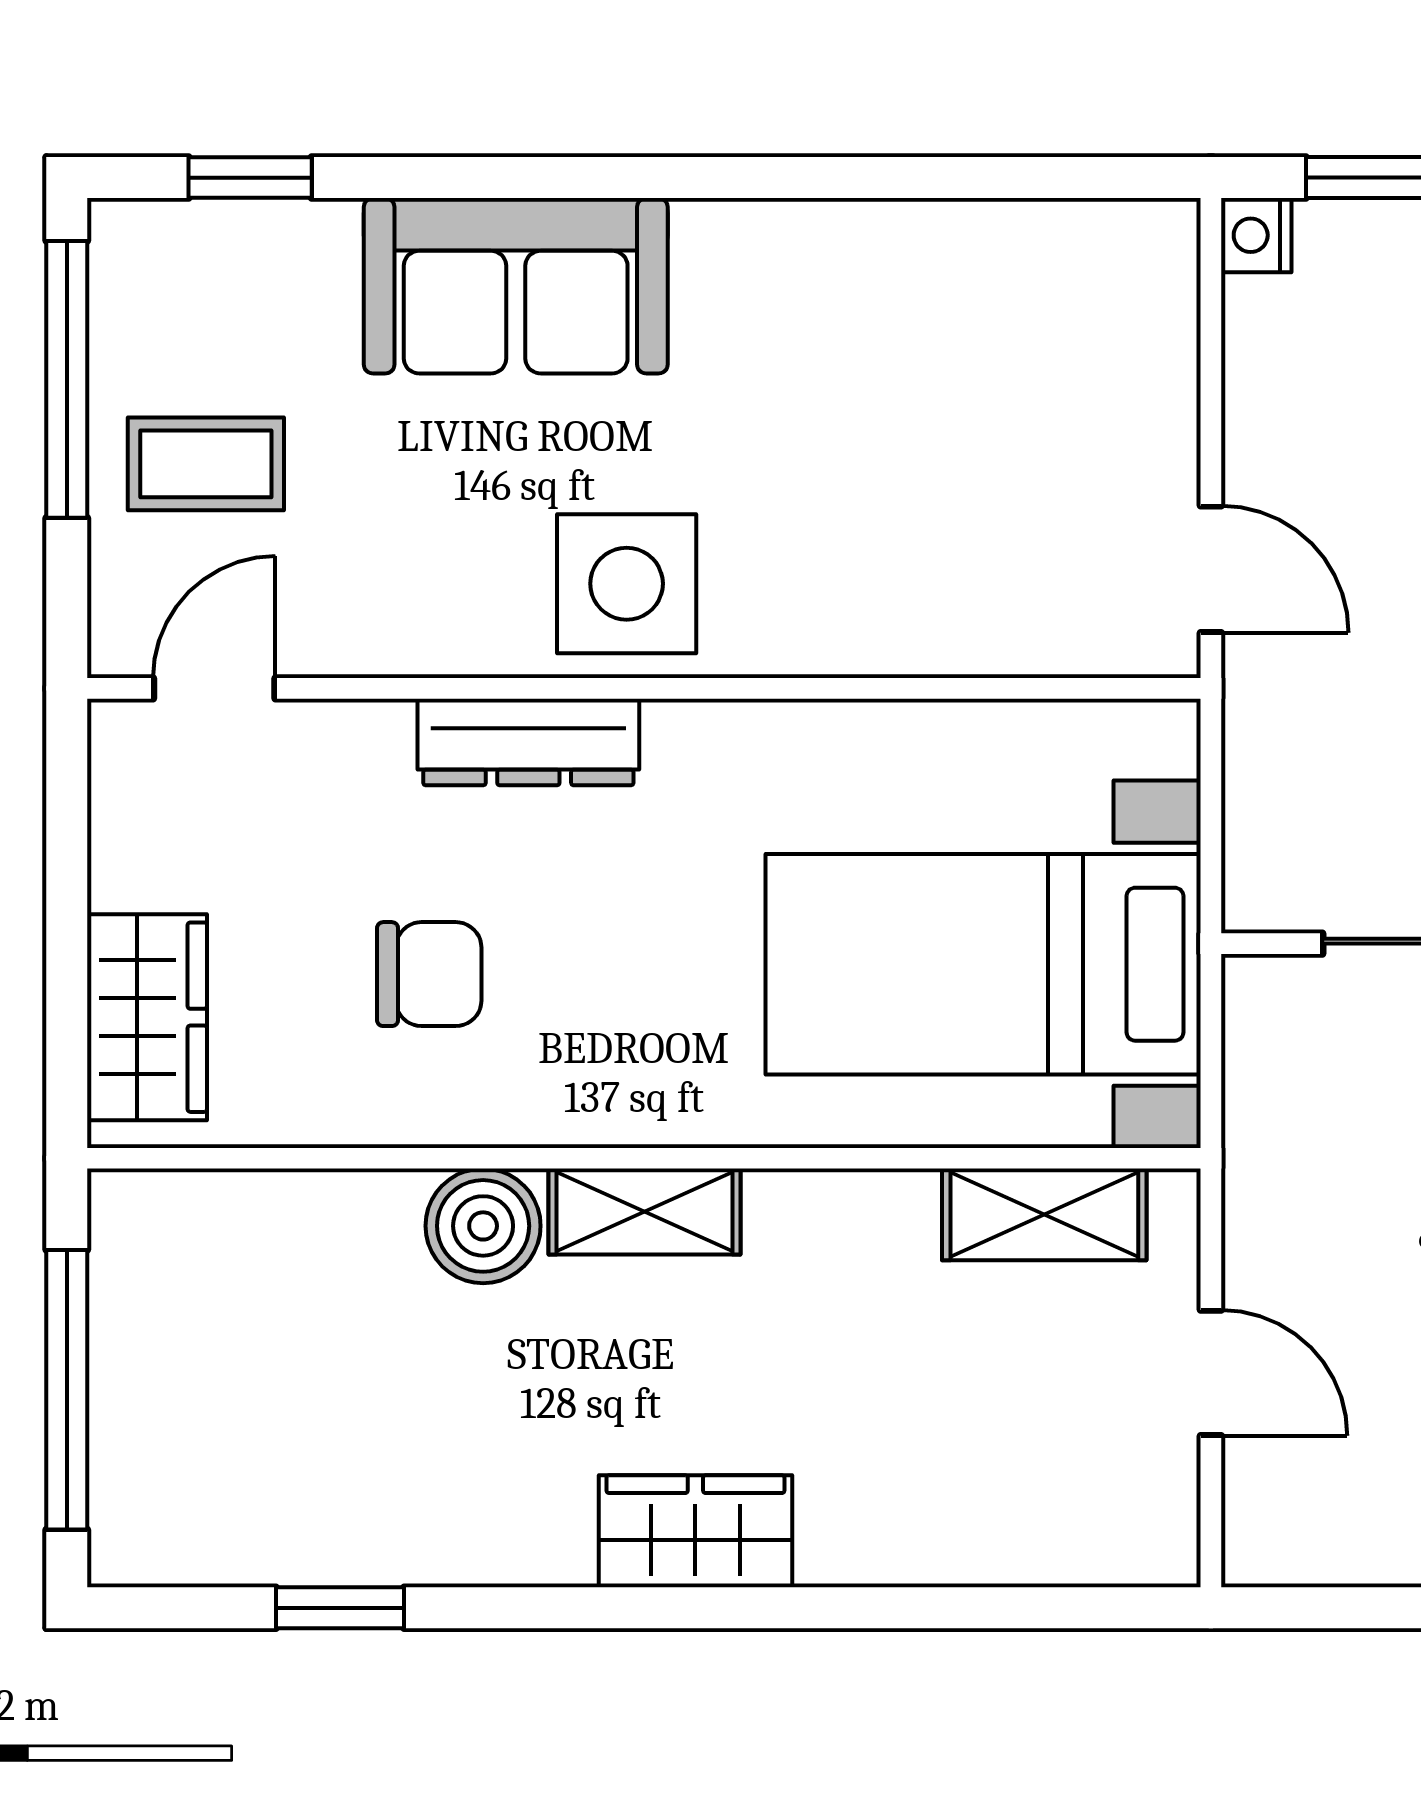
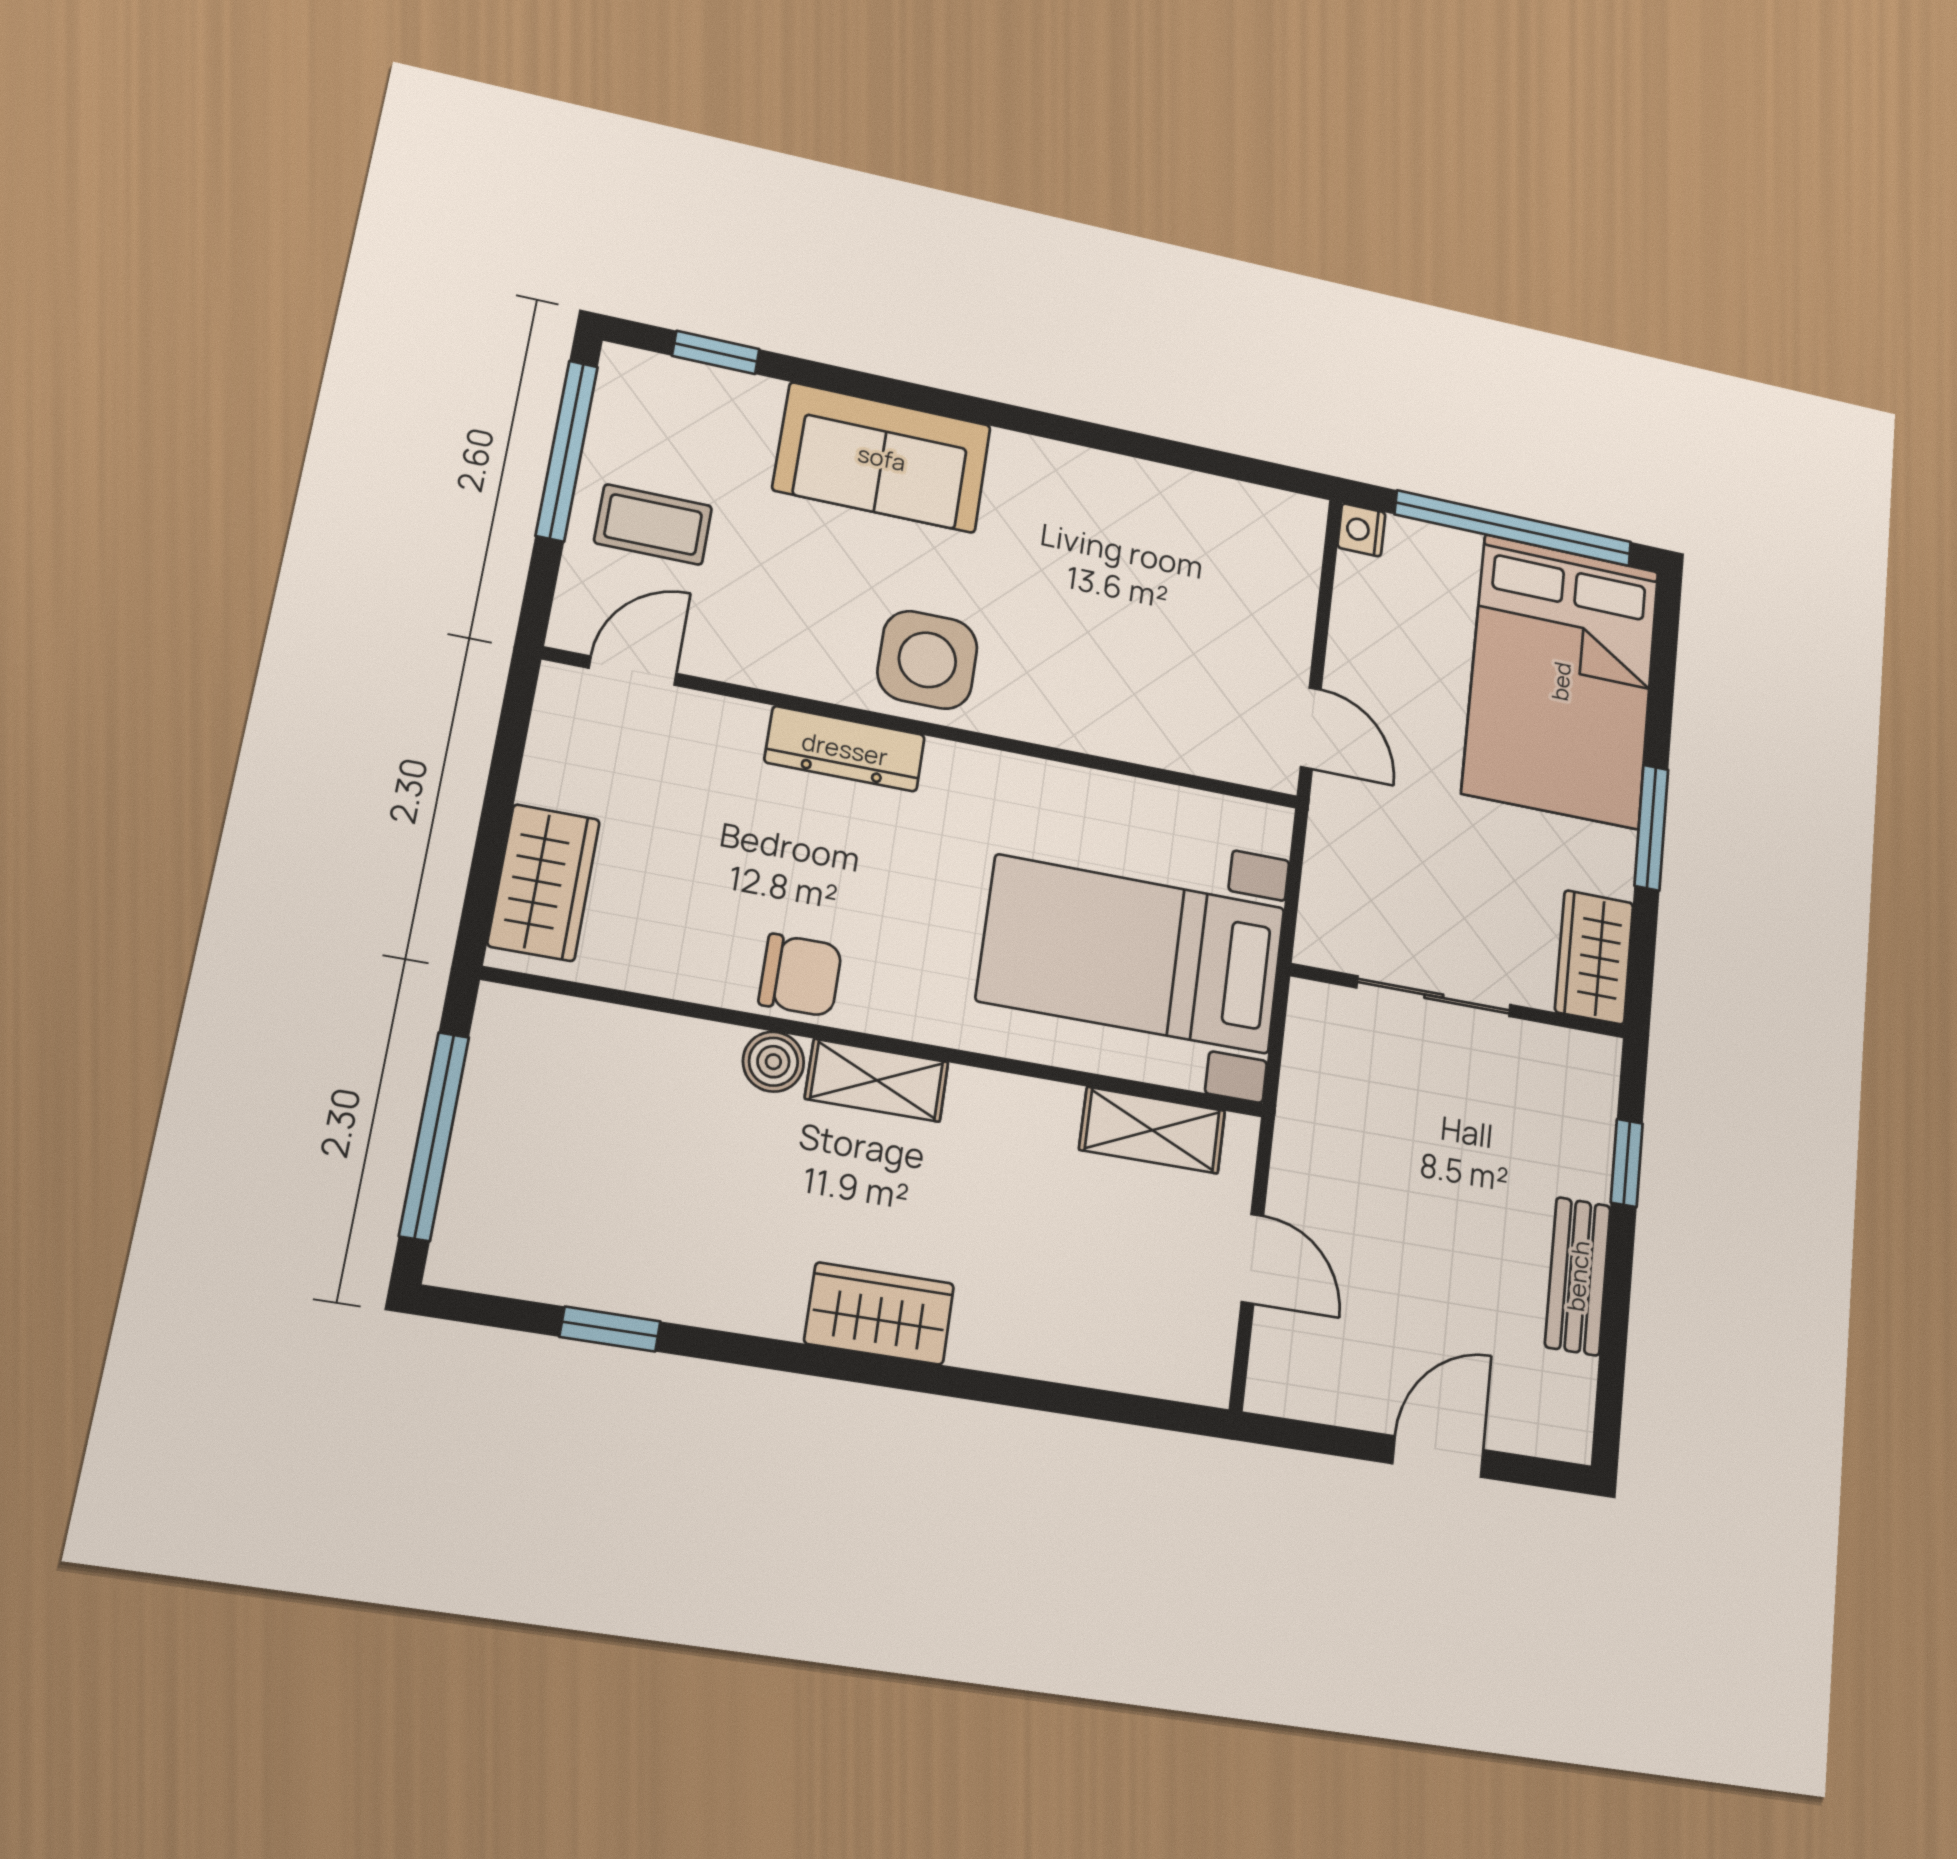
chair: (429, 974) -> (800, 975), moved
boiler: (483, 1226) -> (773, 1062), width x0.73, depth x0.73

